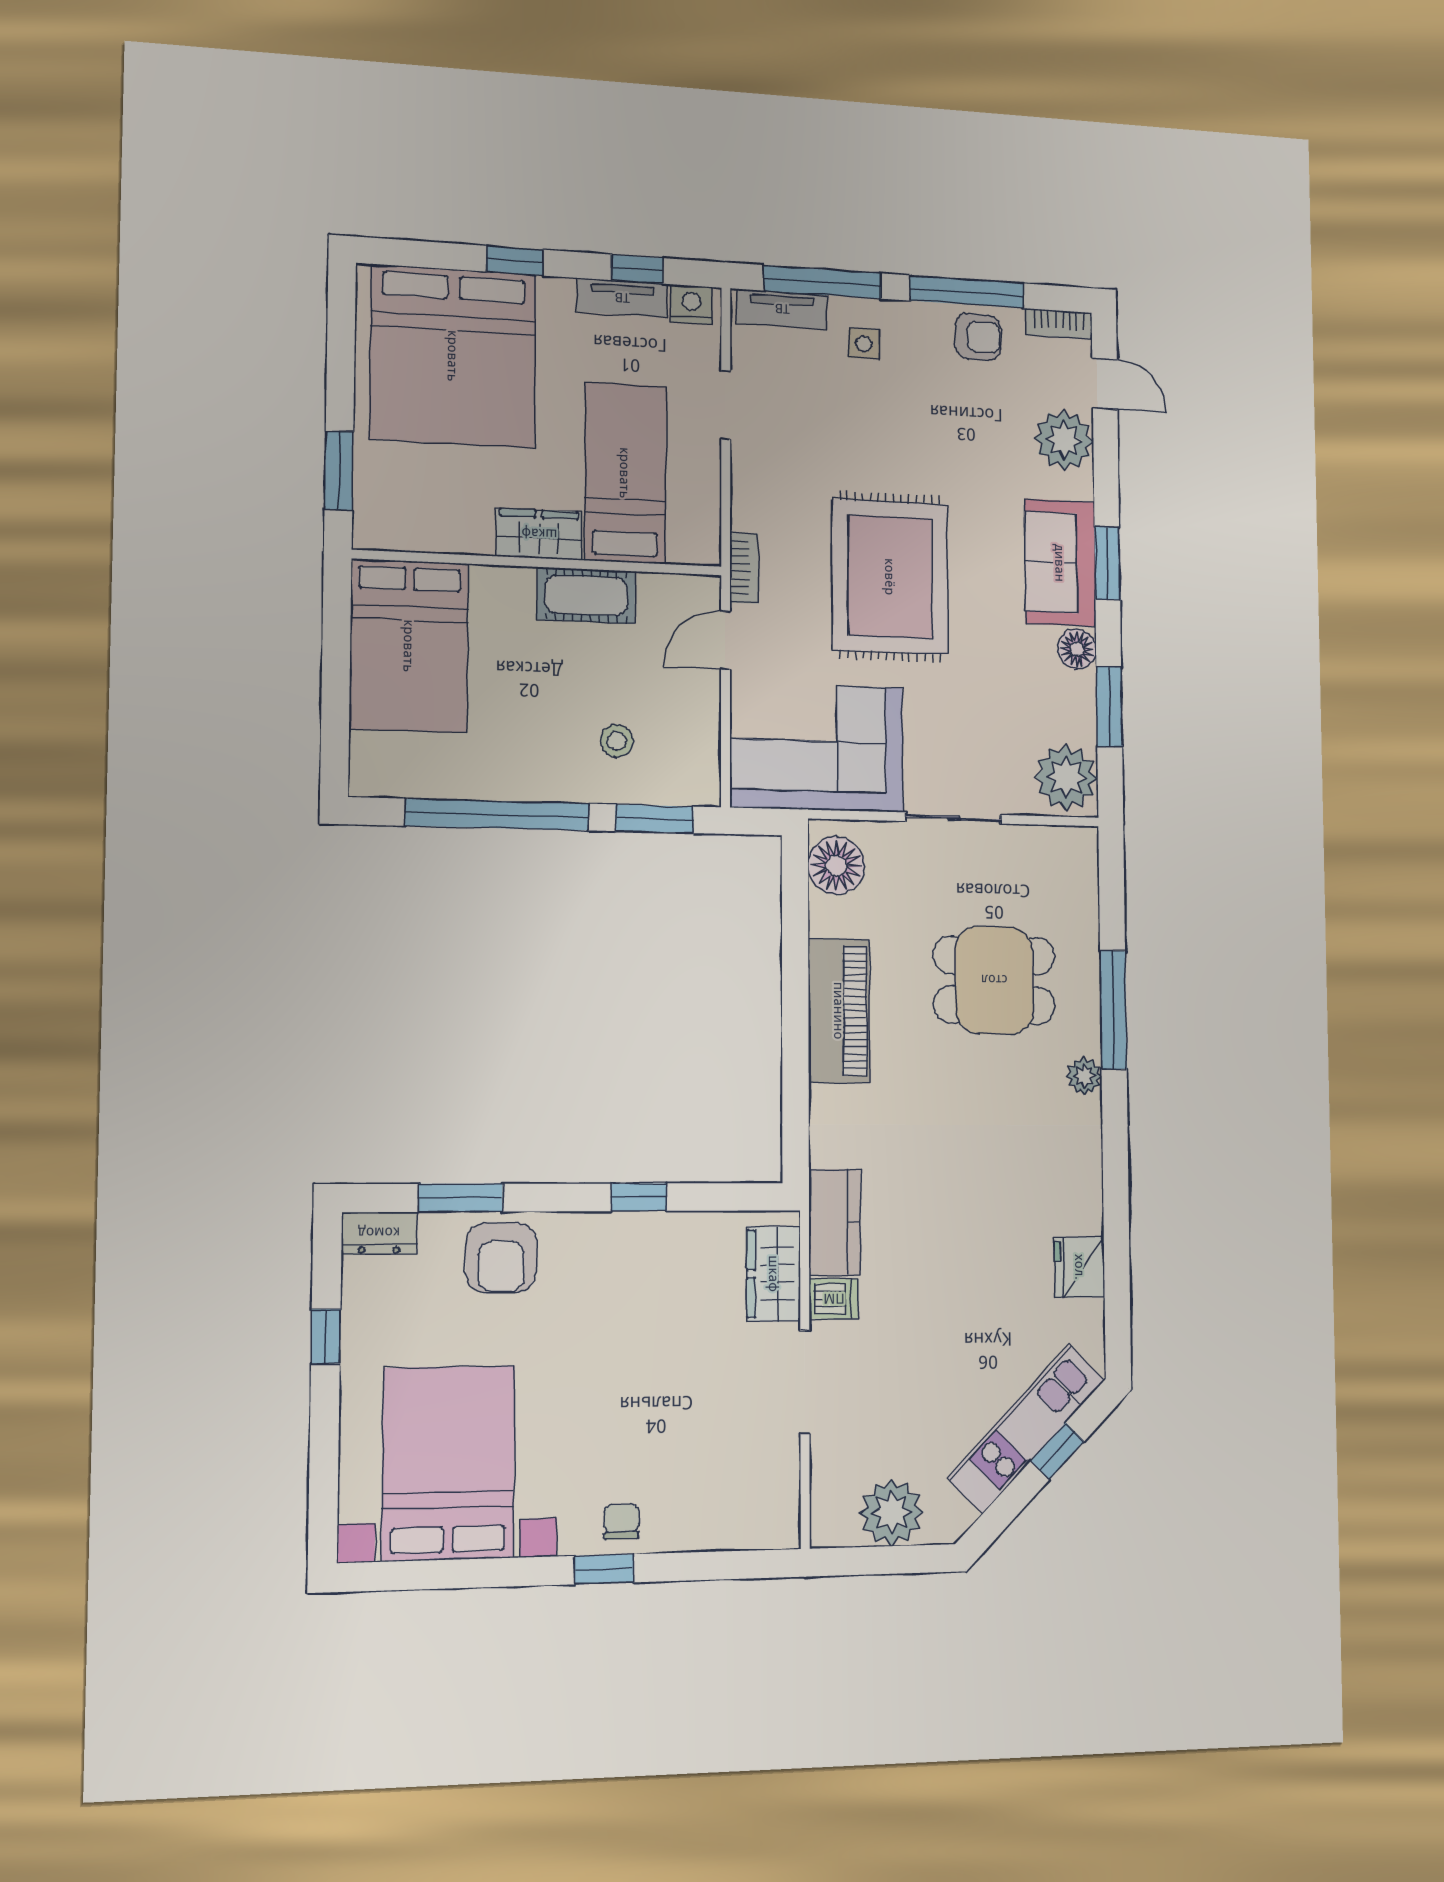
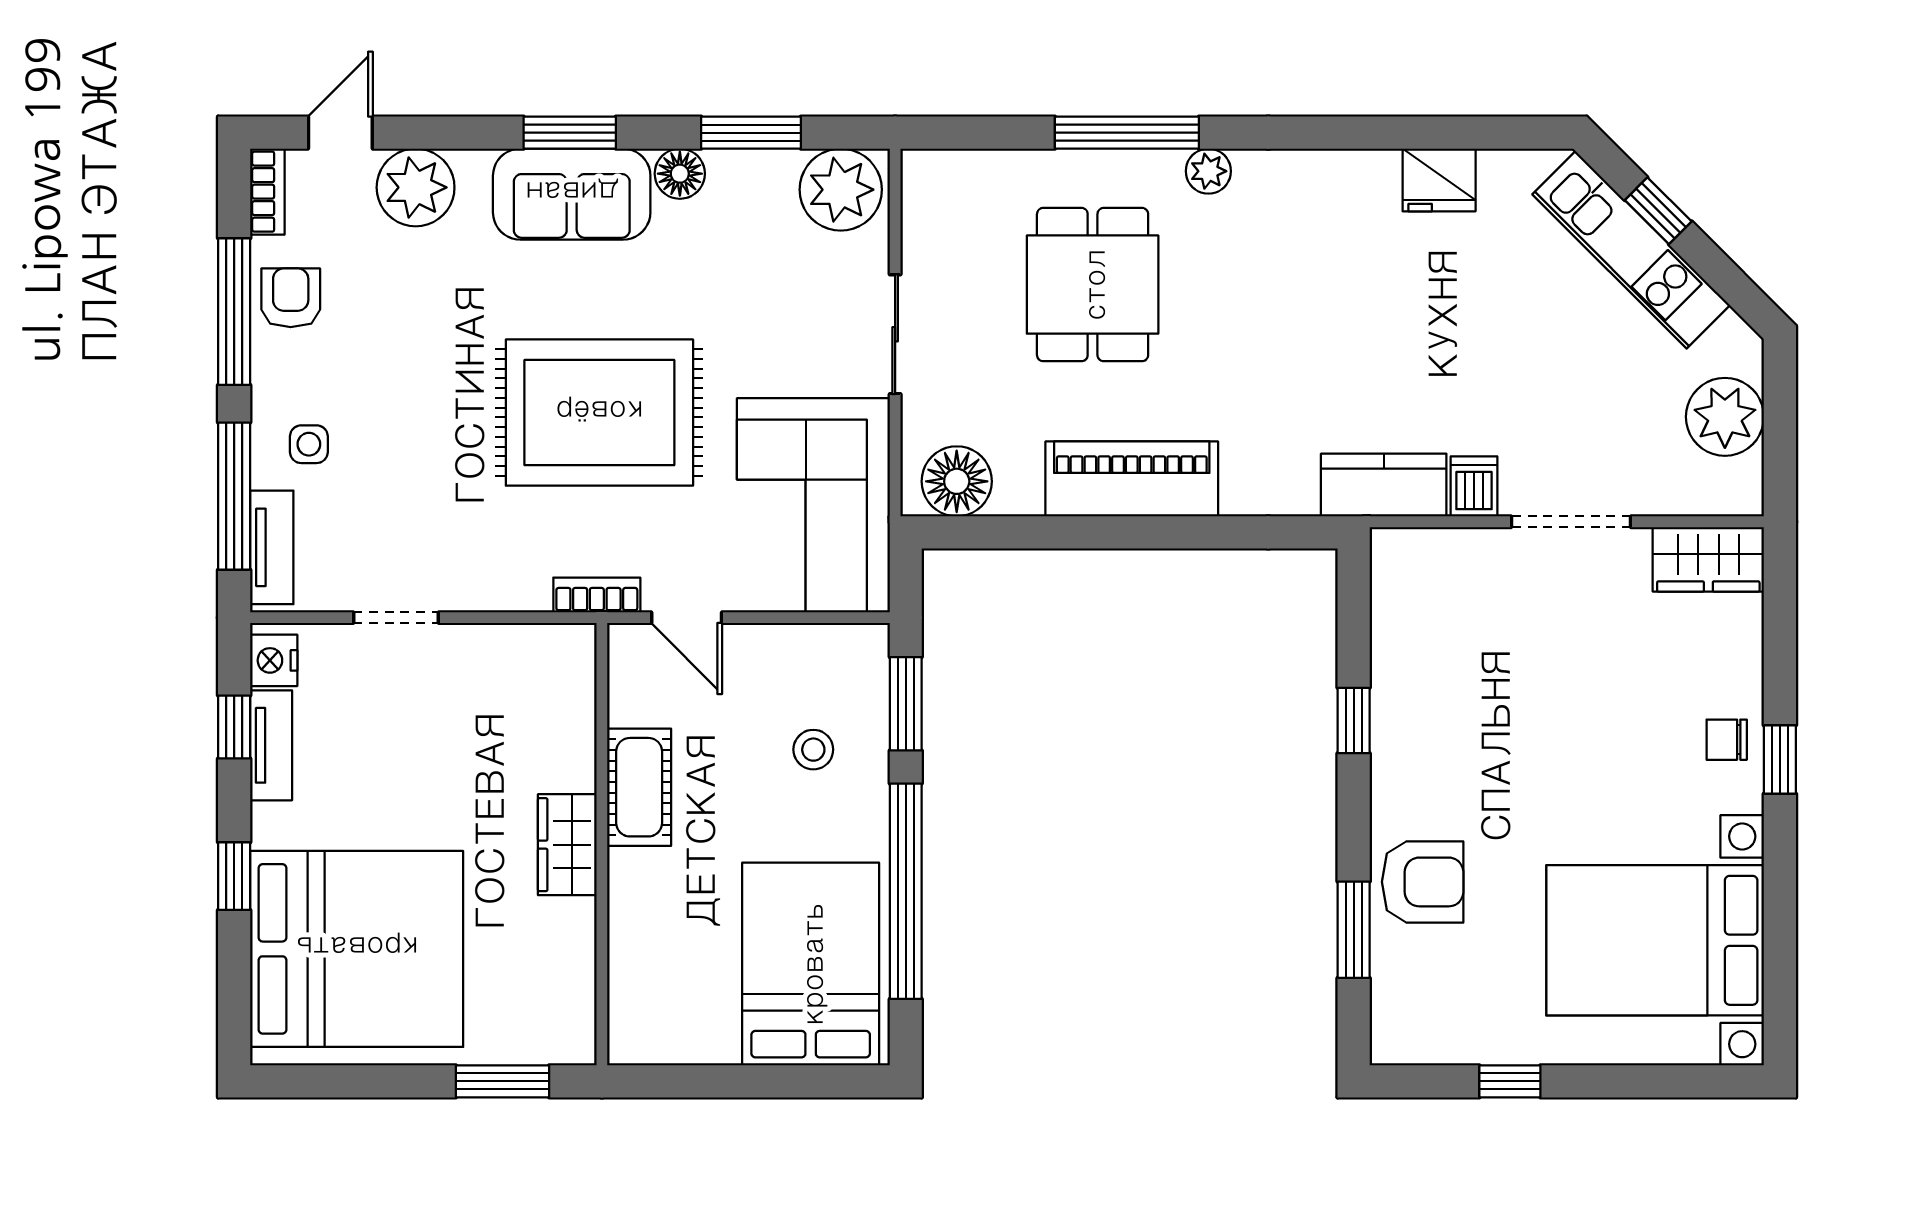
bed: (625, 473) -> (487, 741), removed
bed: (409, 646) -> (811, 964), moved, turned -90
dresser: (379, 1233) -> (1394, 1022), removed
wardrobe: (774, 1274) -> (1708, 559), moved

